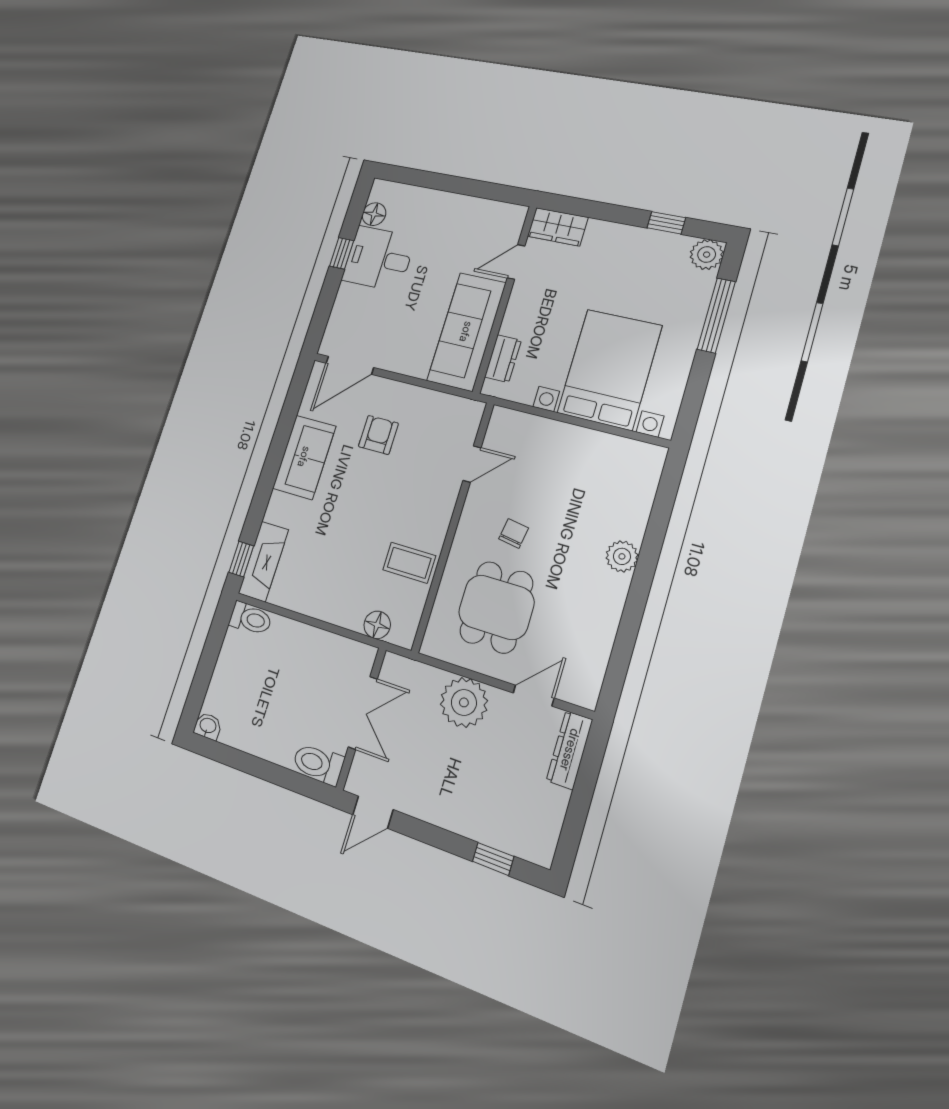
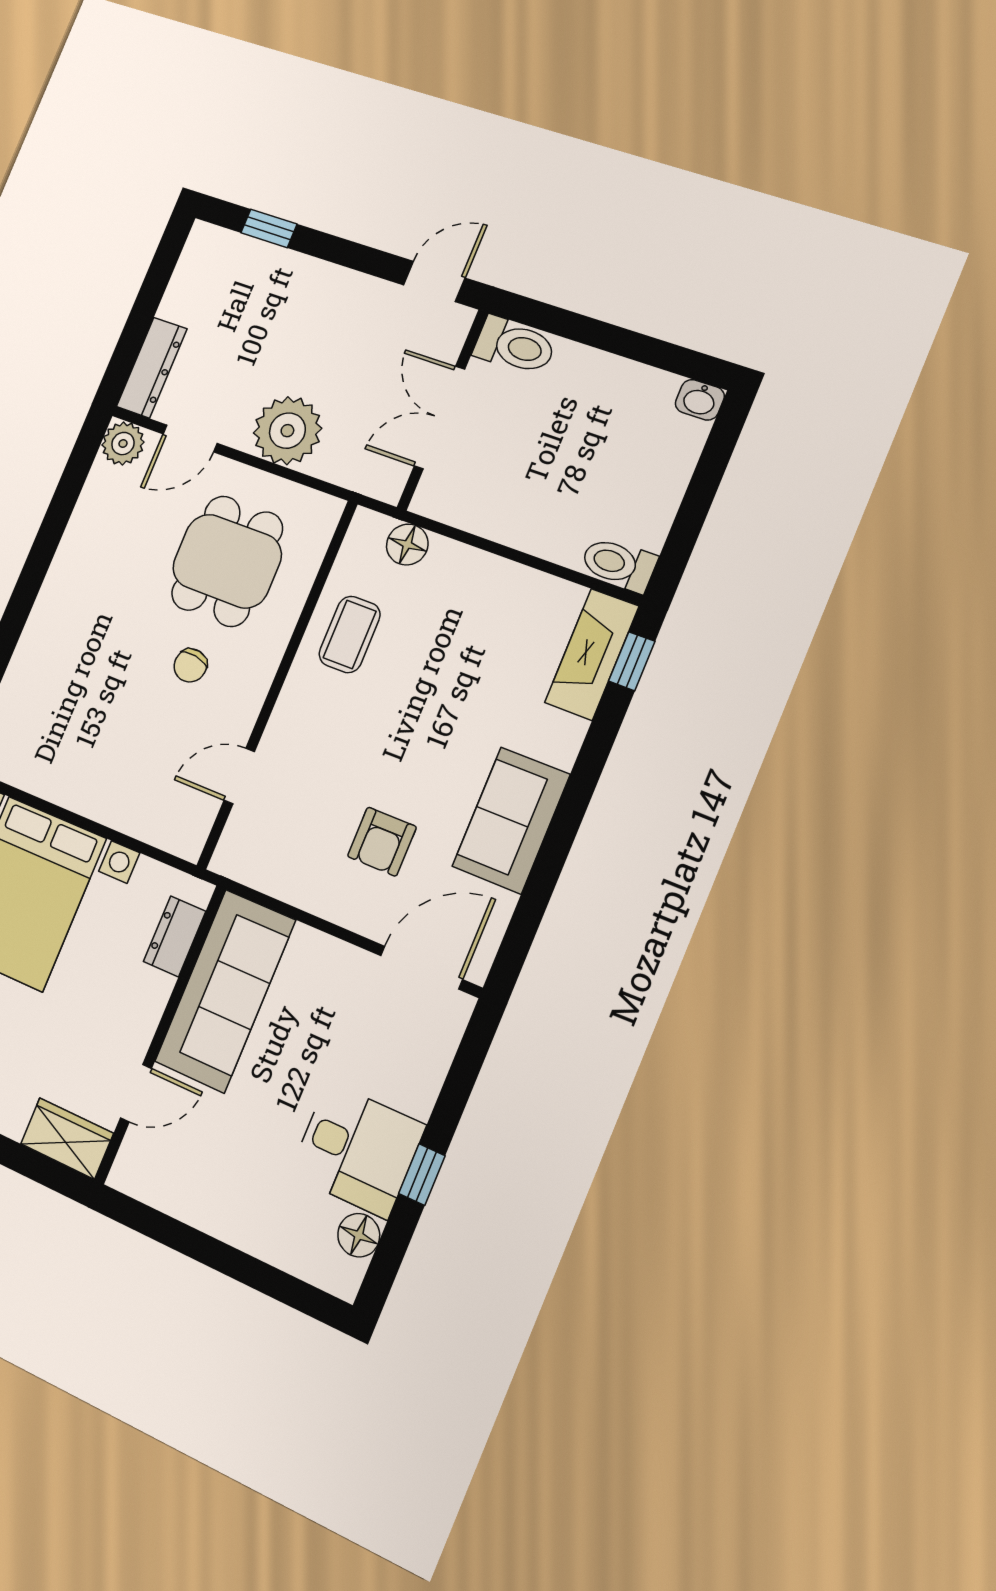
plant: (622, 556) -> (123, 444), moved
coffee table: (409, 563) -> (350, 634), turned 90

